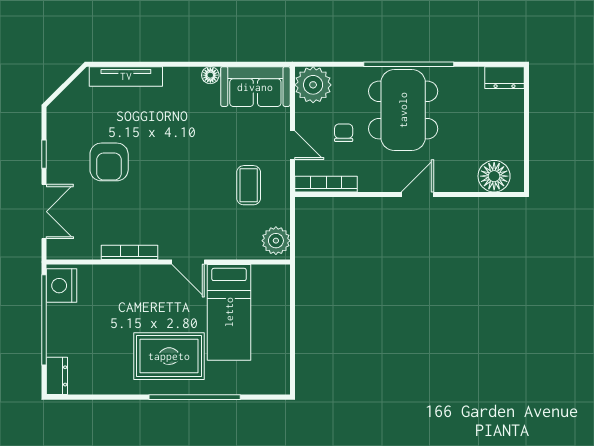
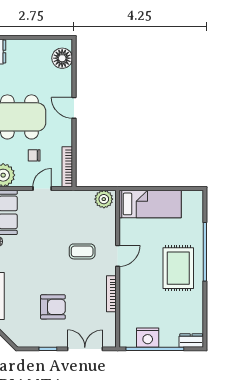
coffee table: (249, 185) -> (82, 251), moved
nightstand: (62, 286) -> (148, 338), moved
bed: (229, 312) -> (150, 204), moved

